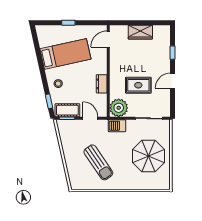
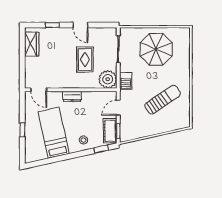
wardrobe: (140, 32) -> (32, 44), moved
dresser: (102, 84) -> (72, 96), moved

